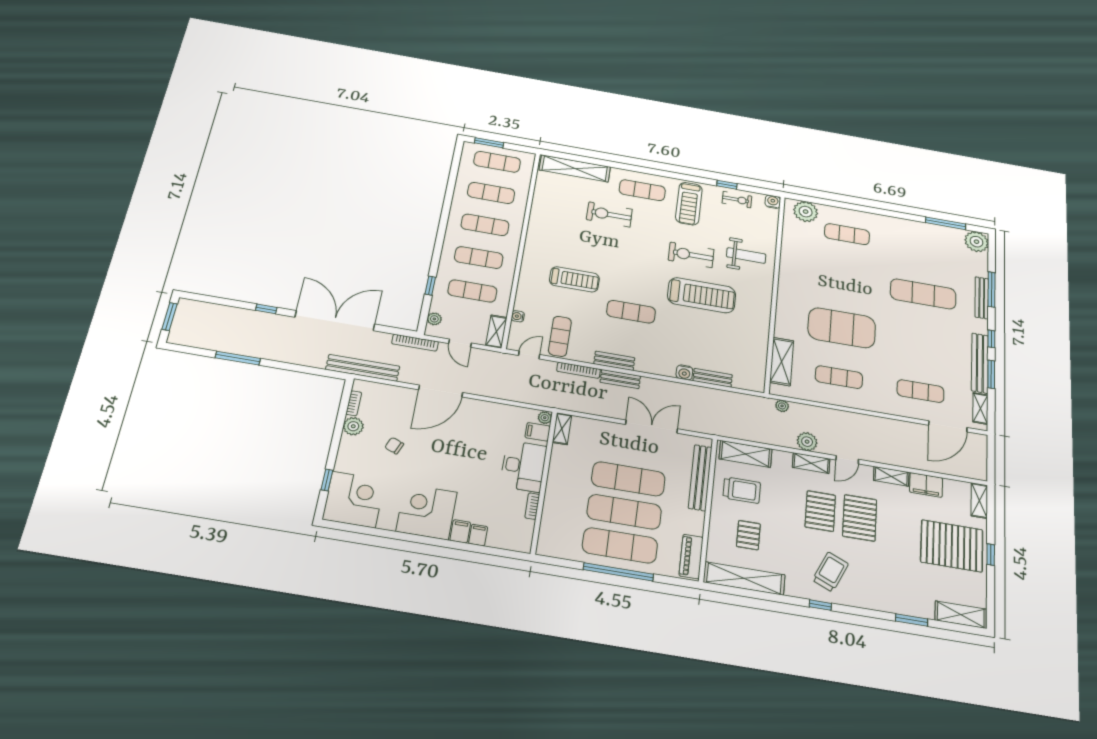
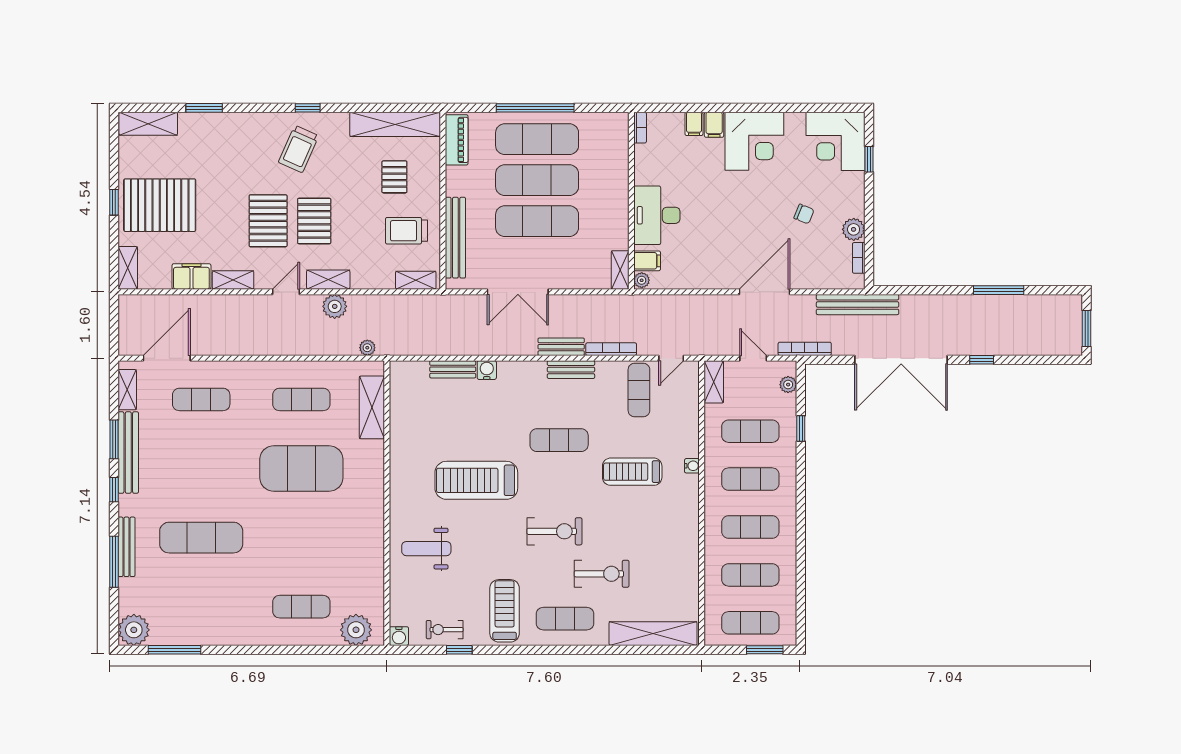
exercise bike: (691, 255) -> (554, 531), moved
water cooler: (518, 316) -> (692, 466), moved
shelving: (745, 454) -> (416, 280), width x0.67, depth x0.75
bookcase: (532, 506) -> (640, 128), moved

